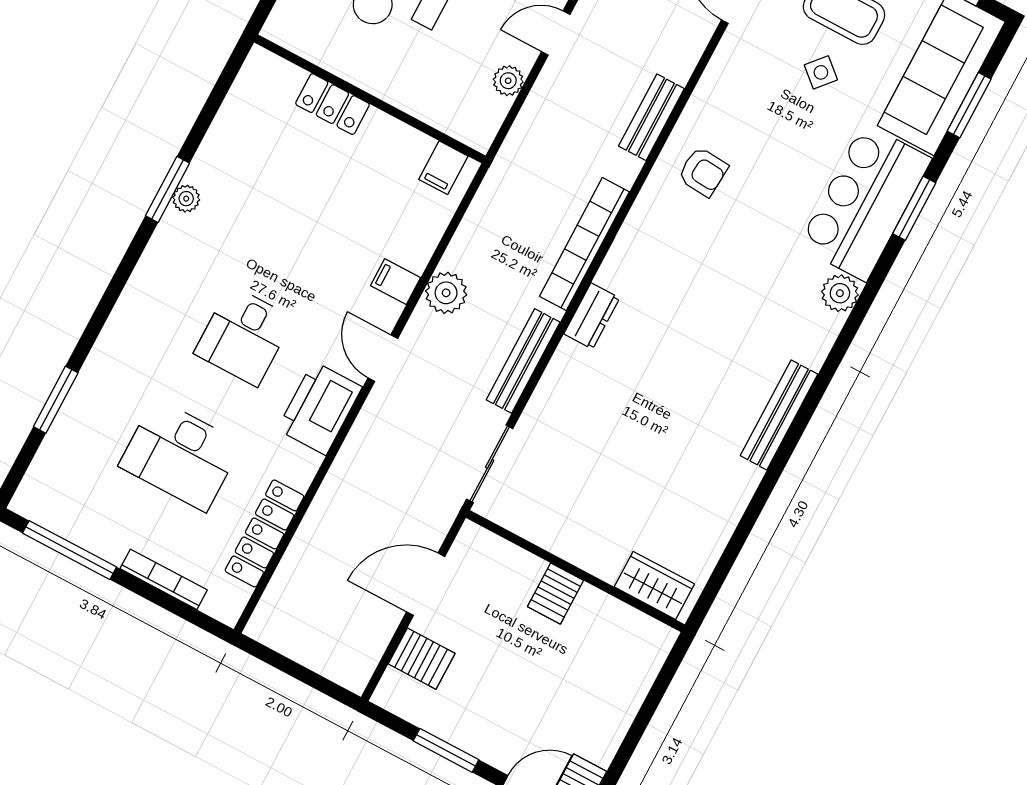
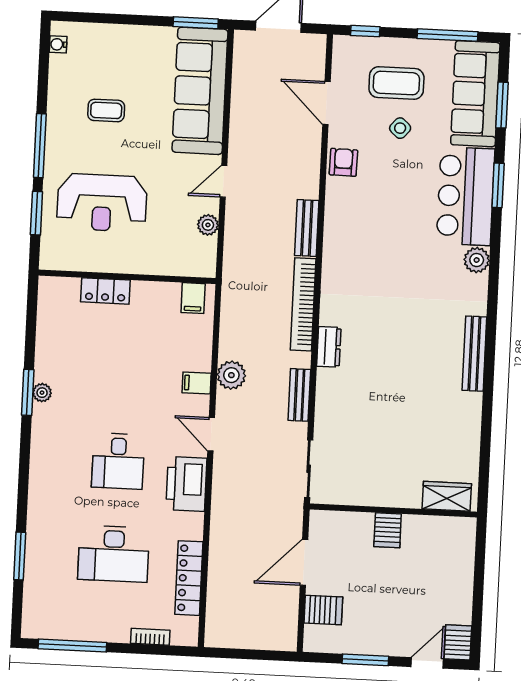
bench: (651, 117) -> (307, 228), moved
armchair: (703, 172) -> (343, 162), moved, turned -93
bench: (523, 361) -> (299, 395), width x0.73
bookcase: (164, 579) -> (150, 637), width x0.64

